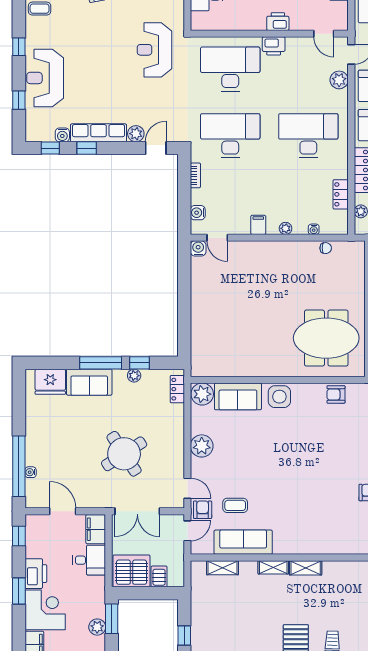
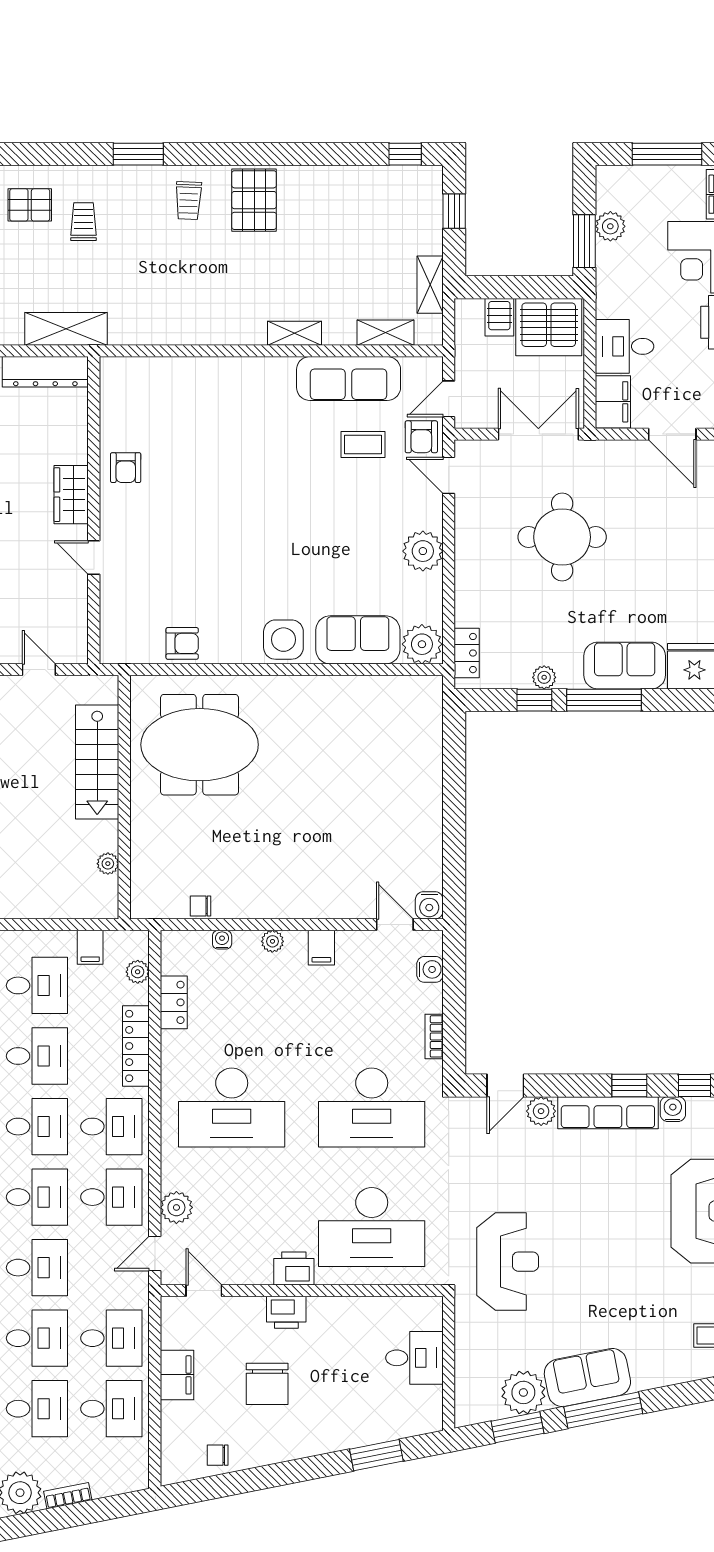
round table: (124, 454) -> (562, 537), turned 33
shelving: (306, 568) -> (430, 285), moved, turned 90

